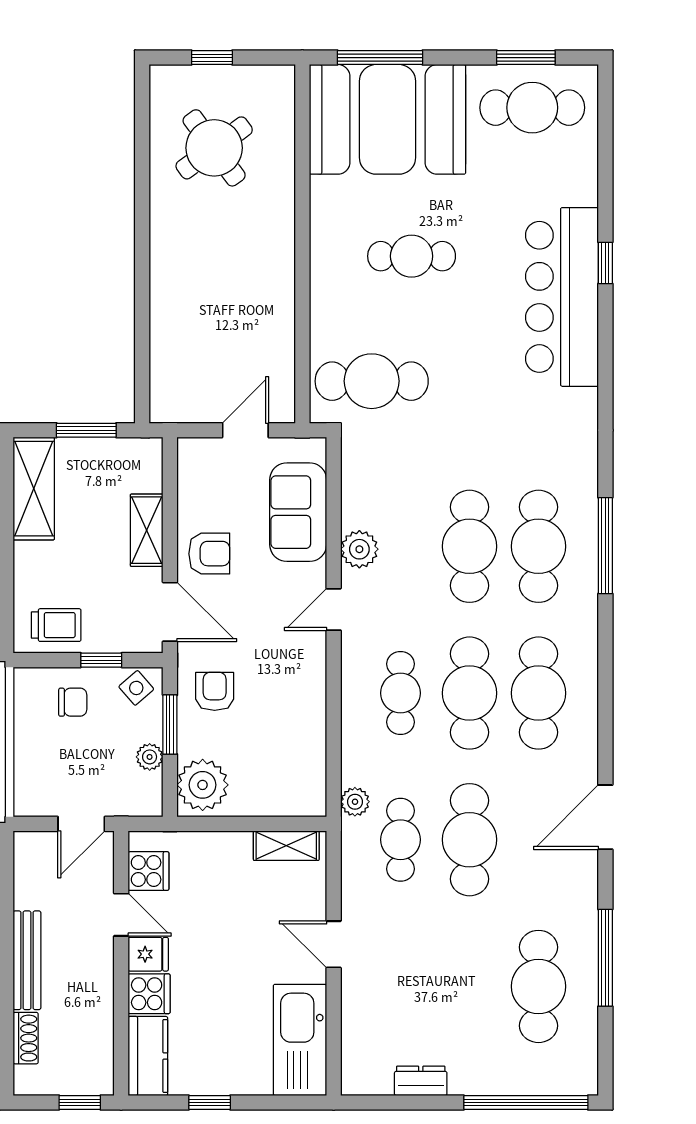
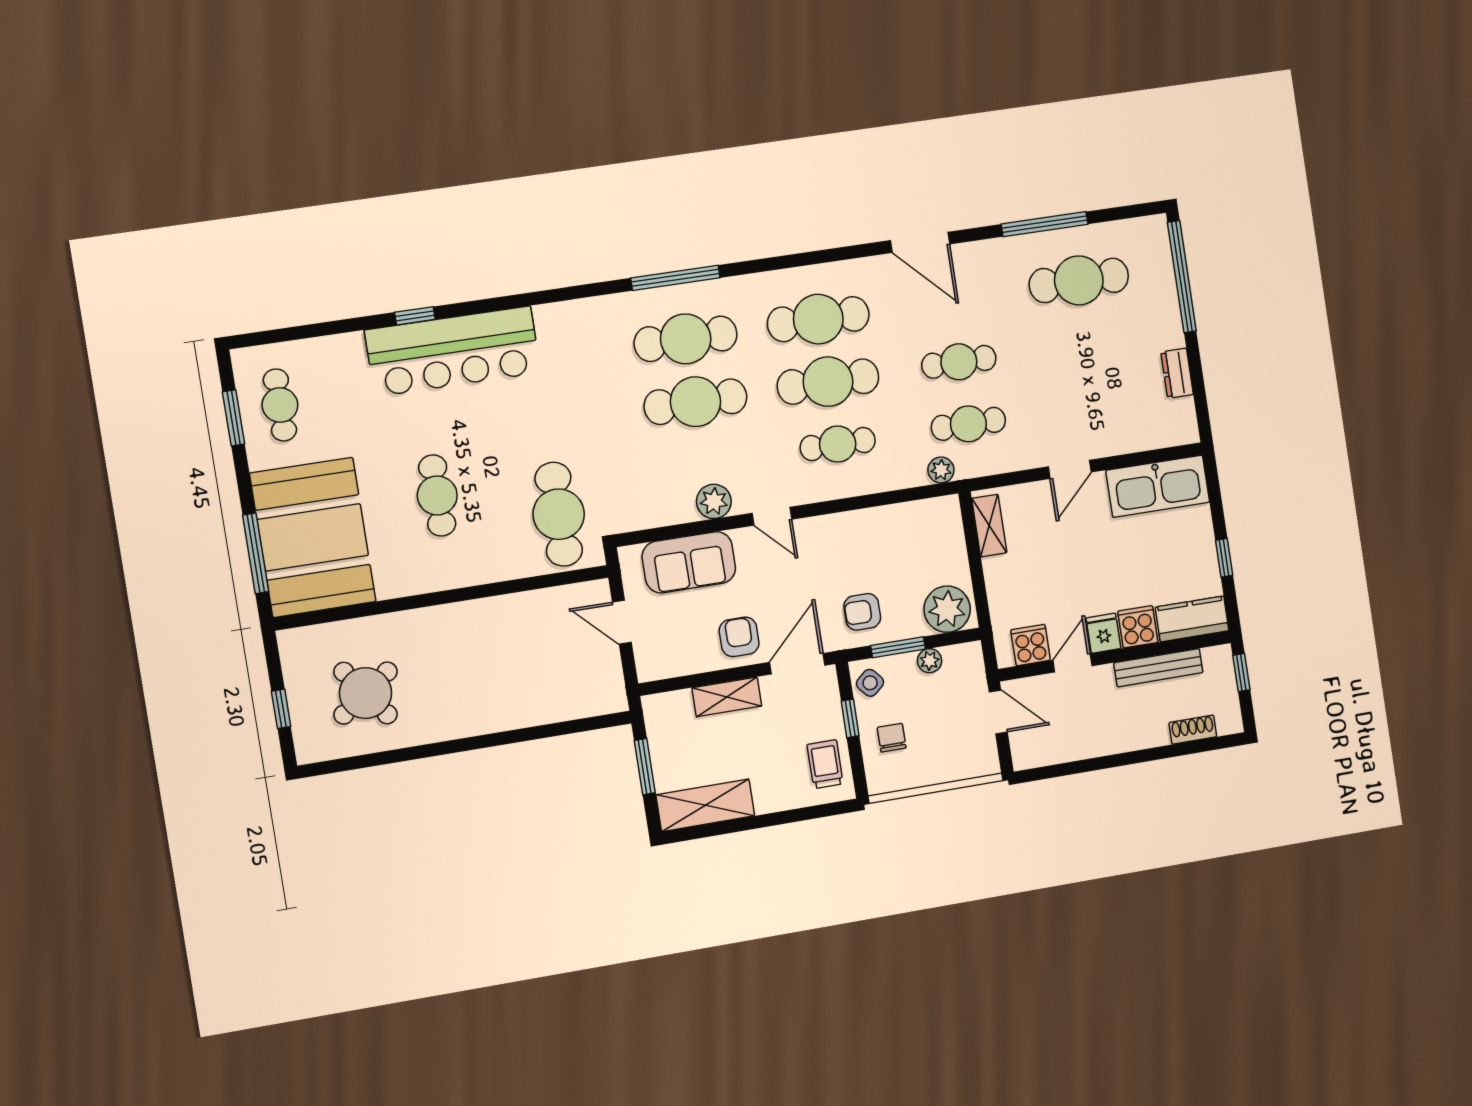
cafe table: (532, 108) -> (280, 405), width x0.73, depth x0.74
cafe table: (469, 840) -> (959, 362), width x0.73, depth x0.74
bench: (27, 960) -> (1158, 668), moved

